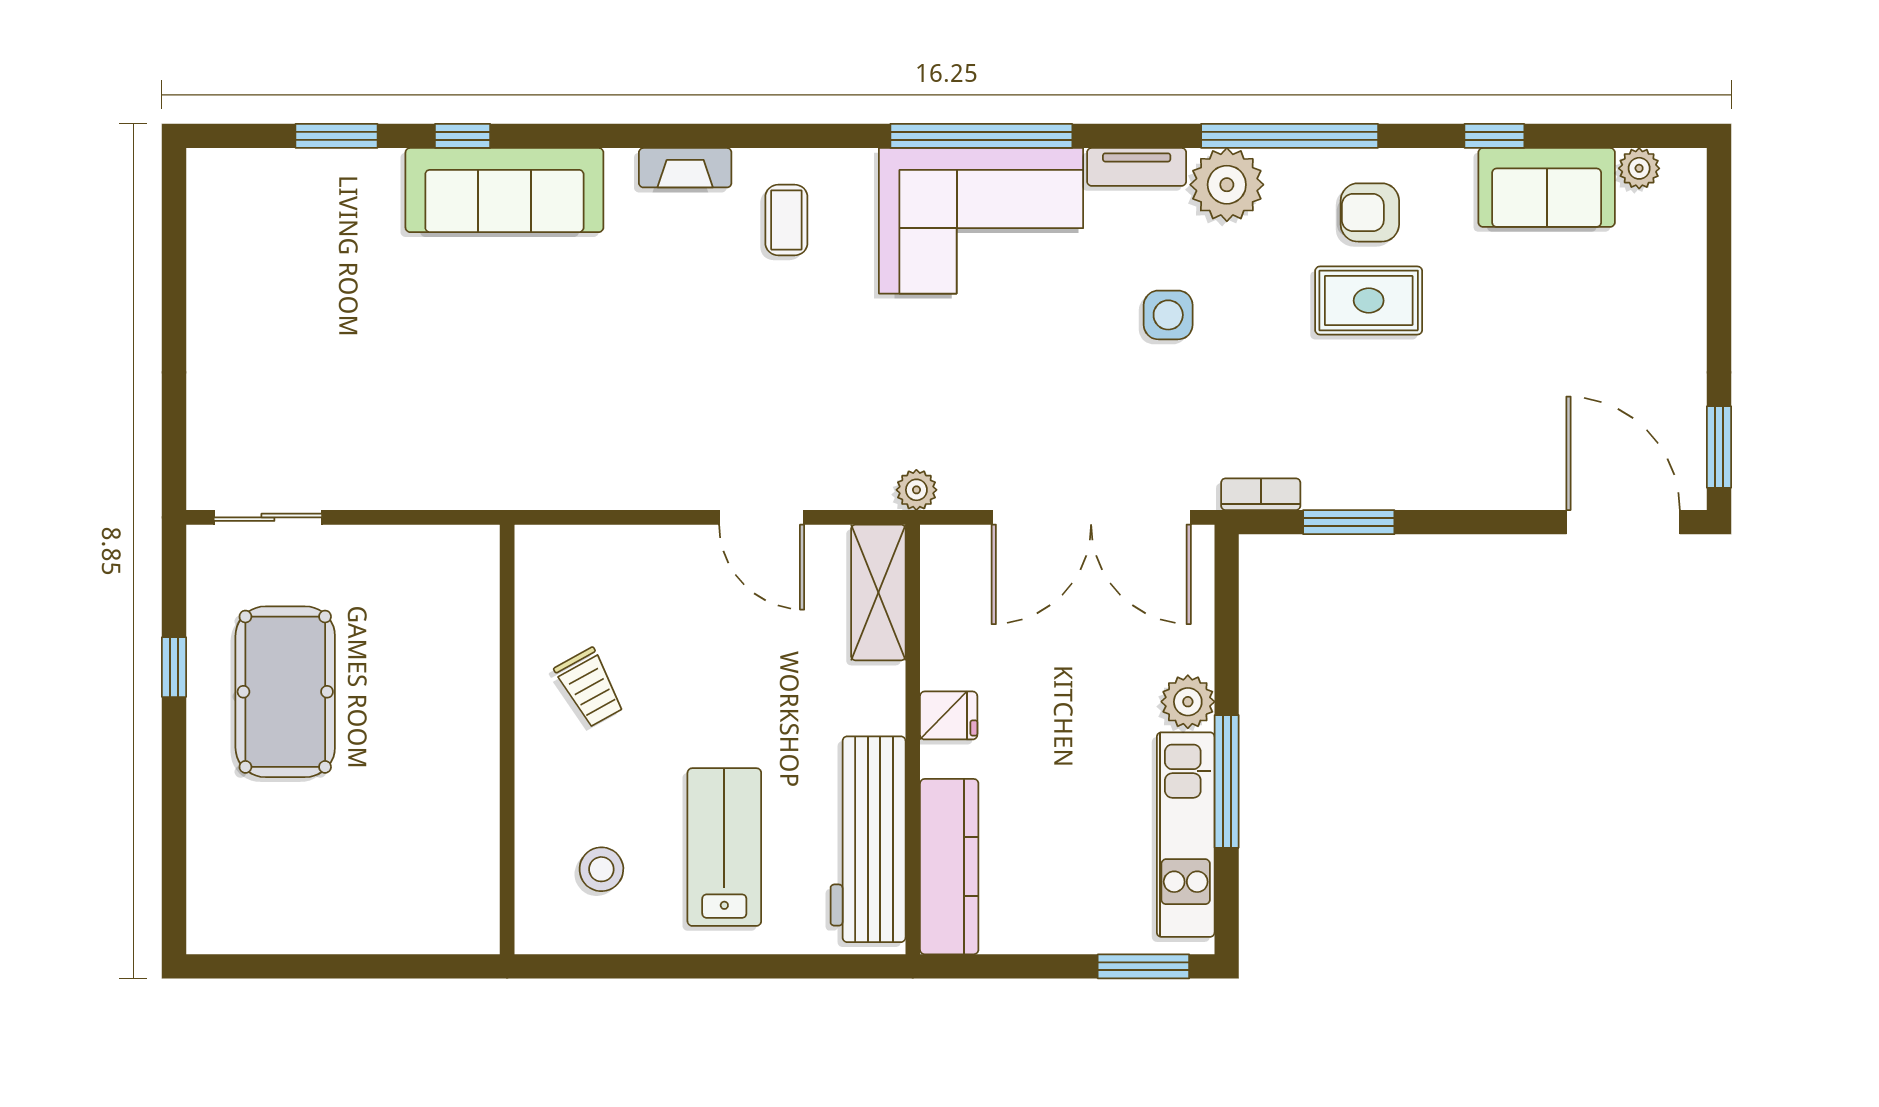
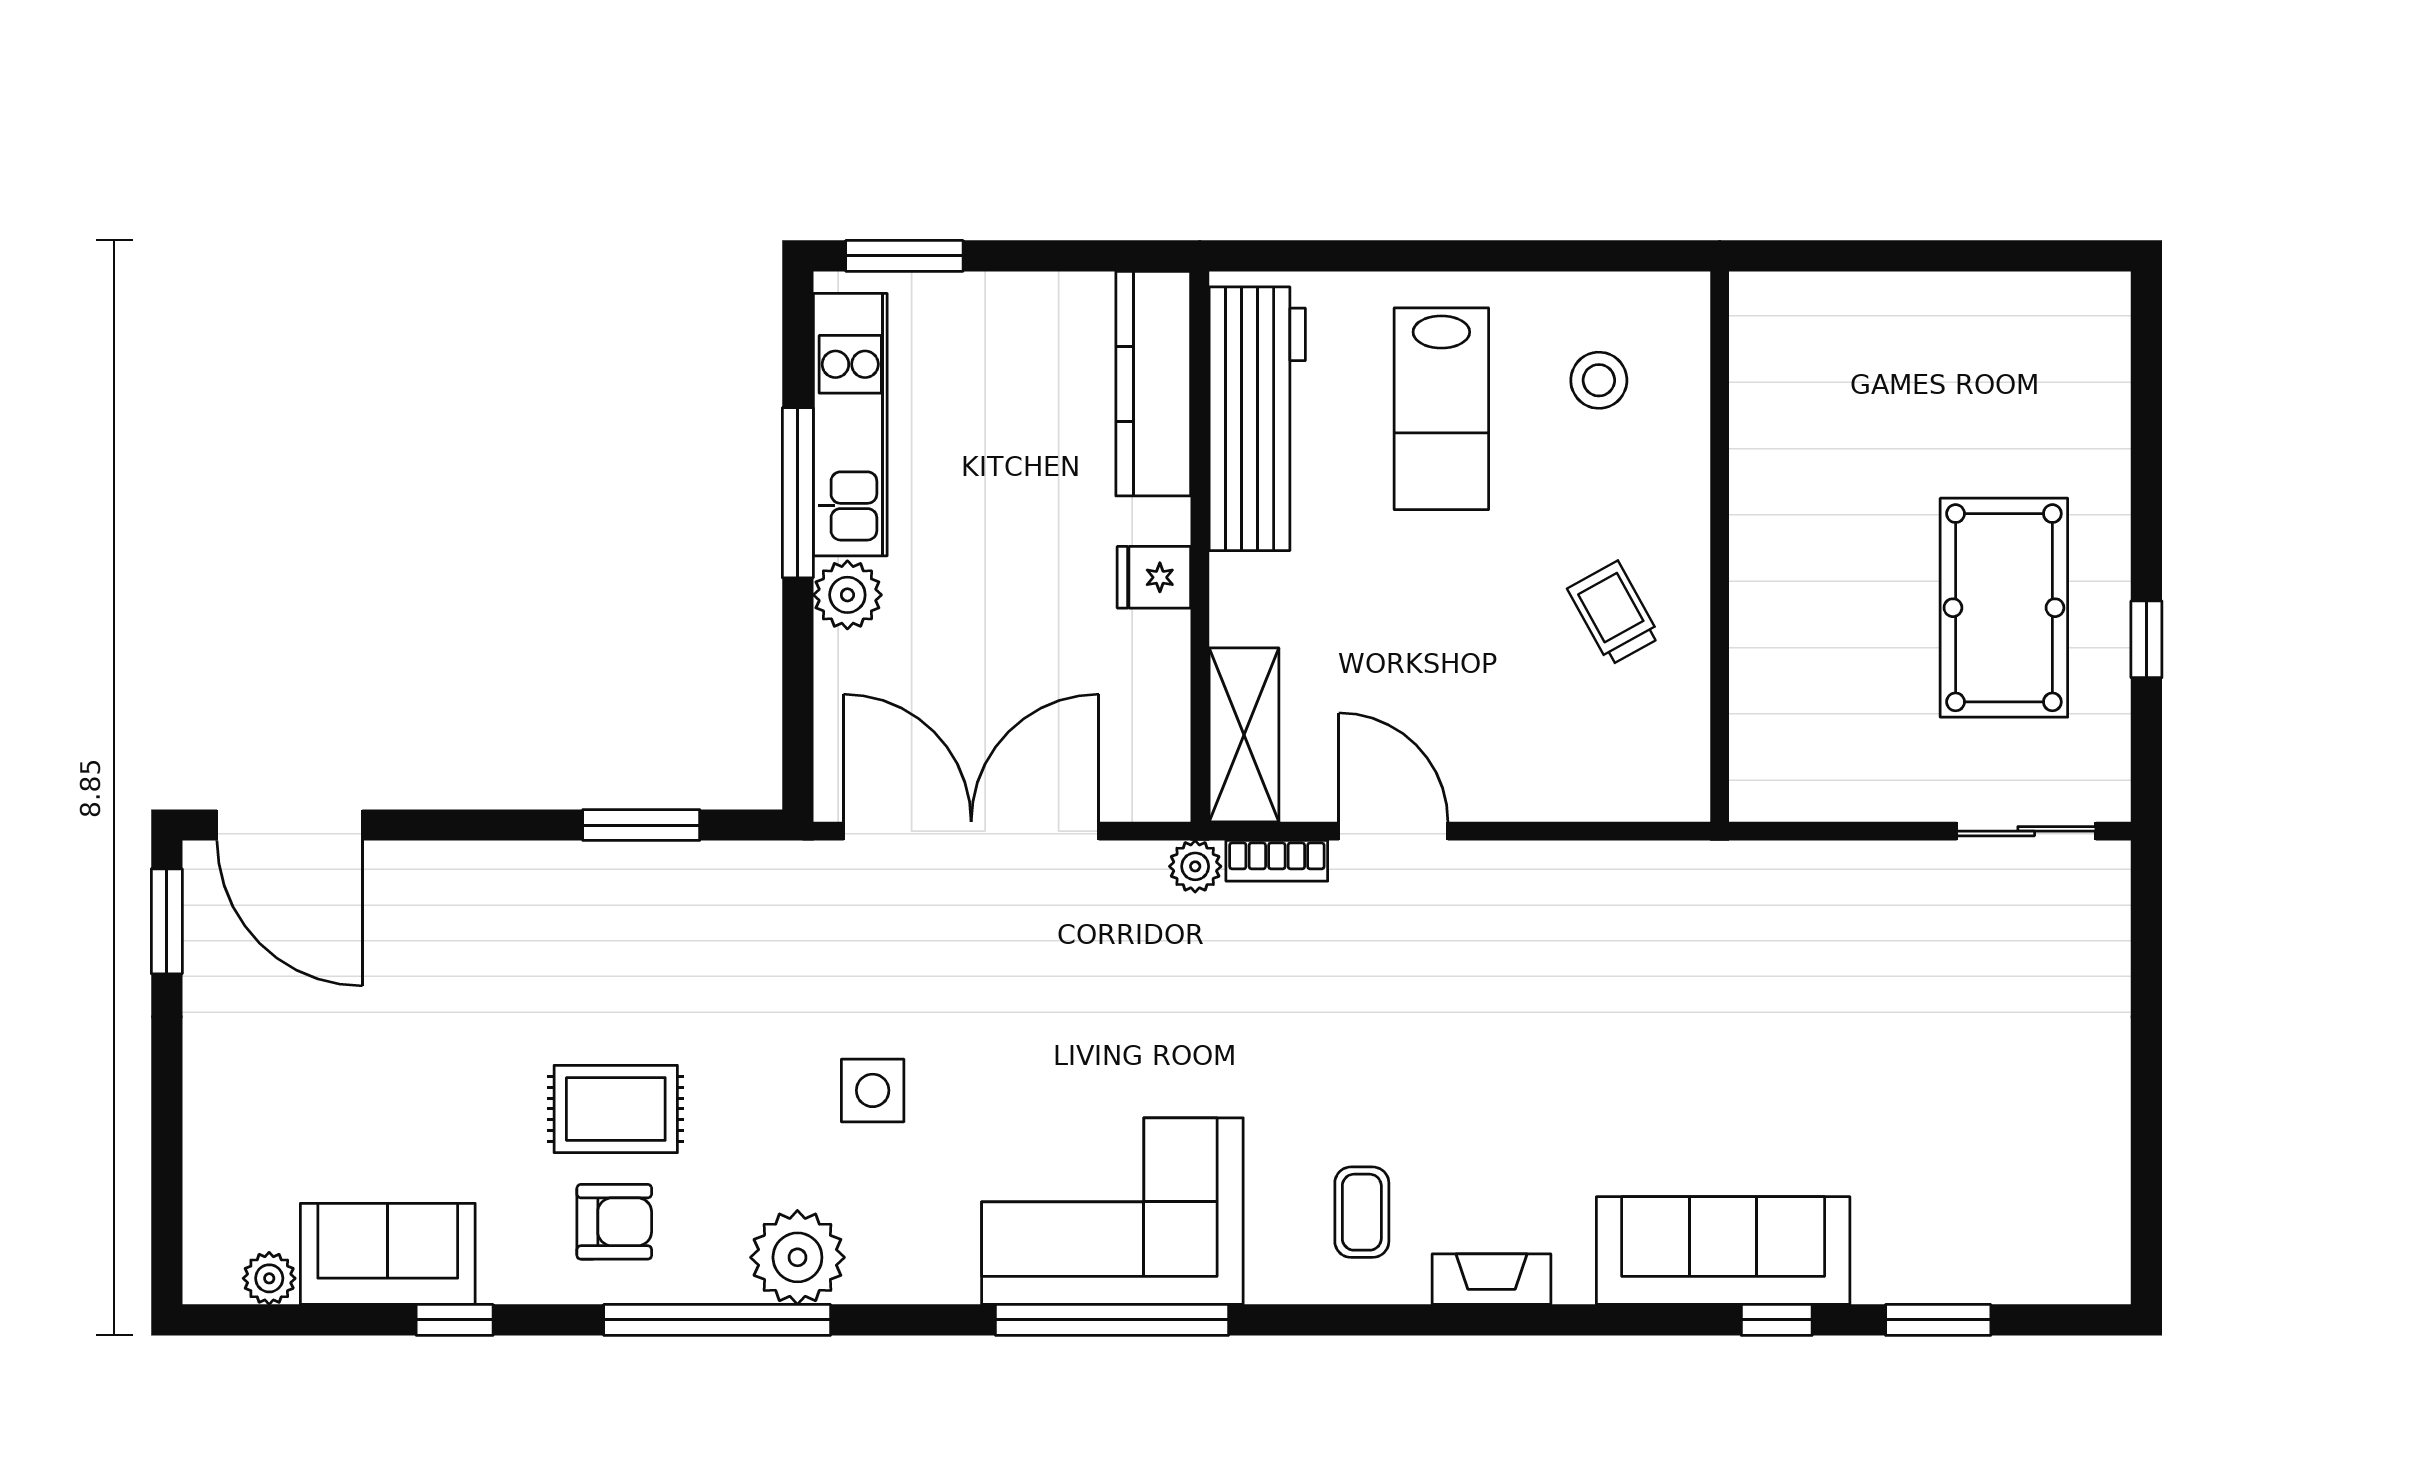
tv unit: (1137, 167) -> (913, 1280), removed
bookcase: (1261, 494) -> (1277, 861), moved

